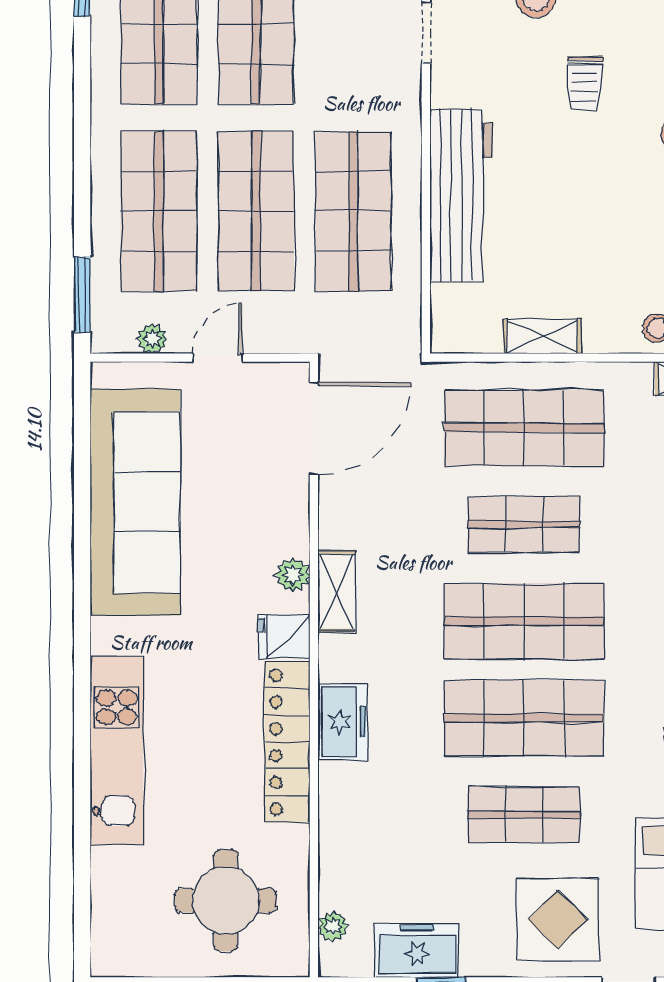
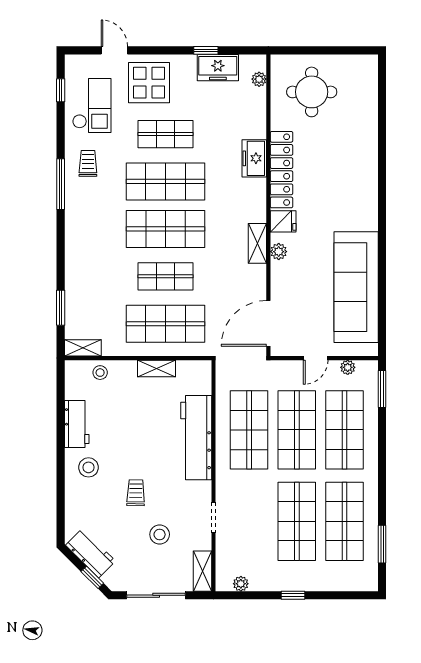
freezer: (343, 722) -> (254, 158), moved
kitchen unit: (117, 751) -> (365, 165), removed

